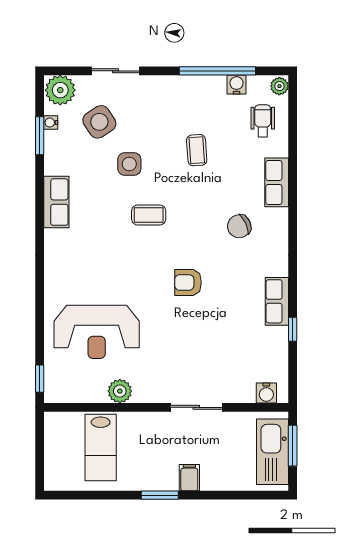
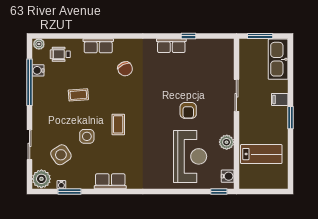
armchair: (188, 282) -> (188, 110), moved
water cooler: (266, 393) -> (228, 176), moved
kitchen sink: (273, 452) -> (278, 59), moved, turned 90

